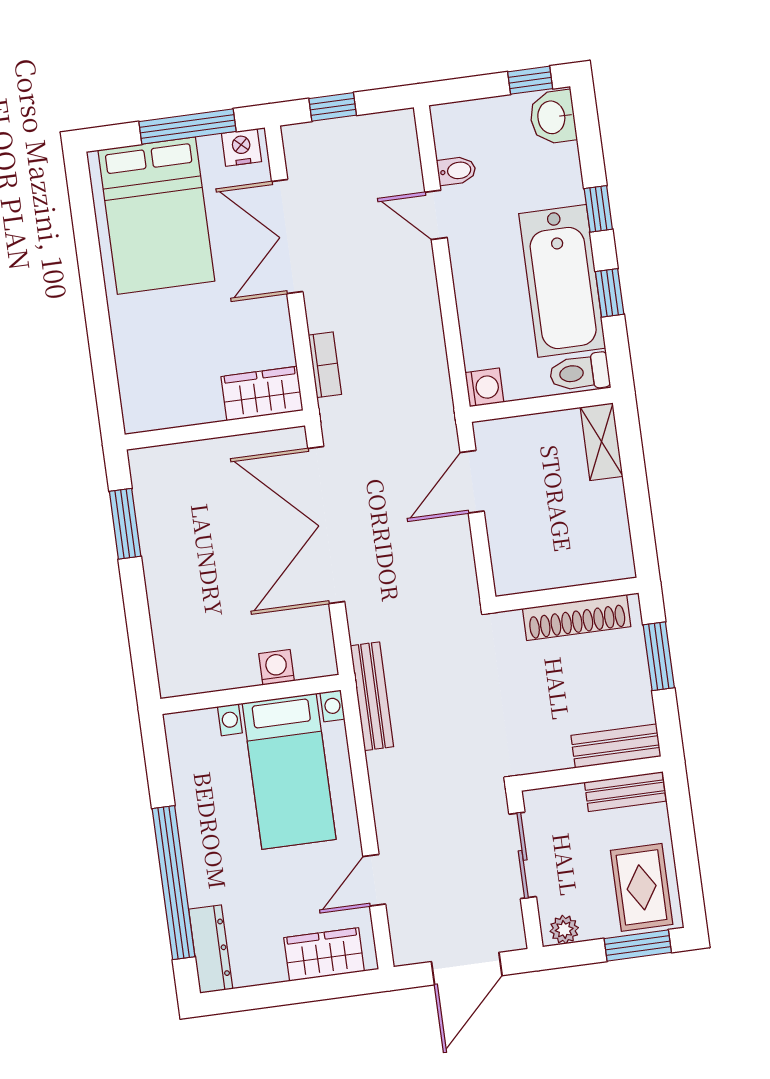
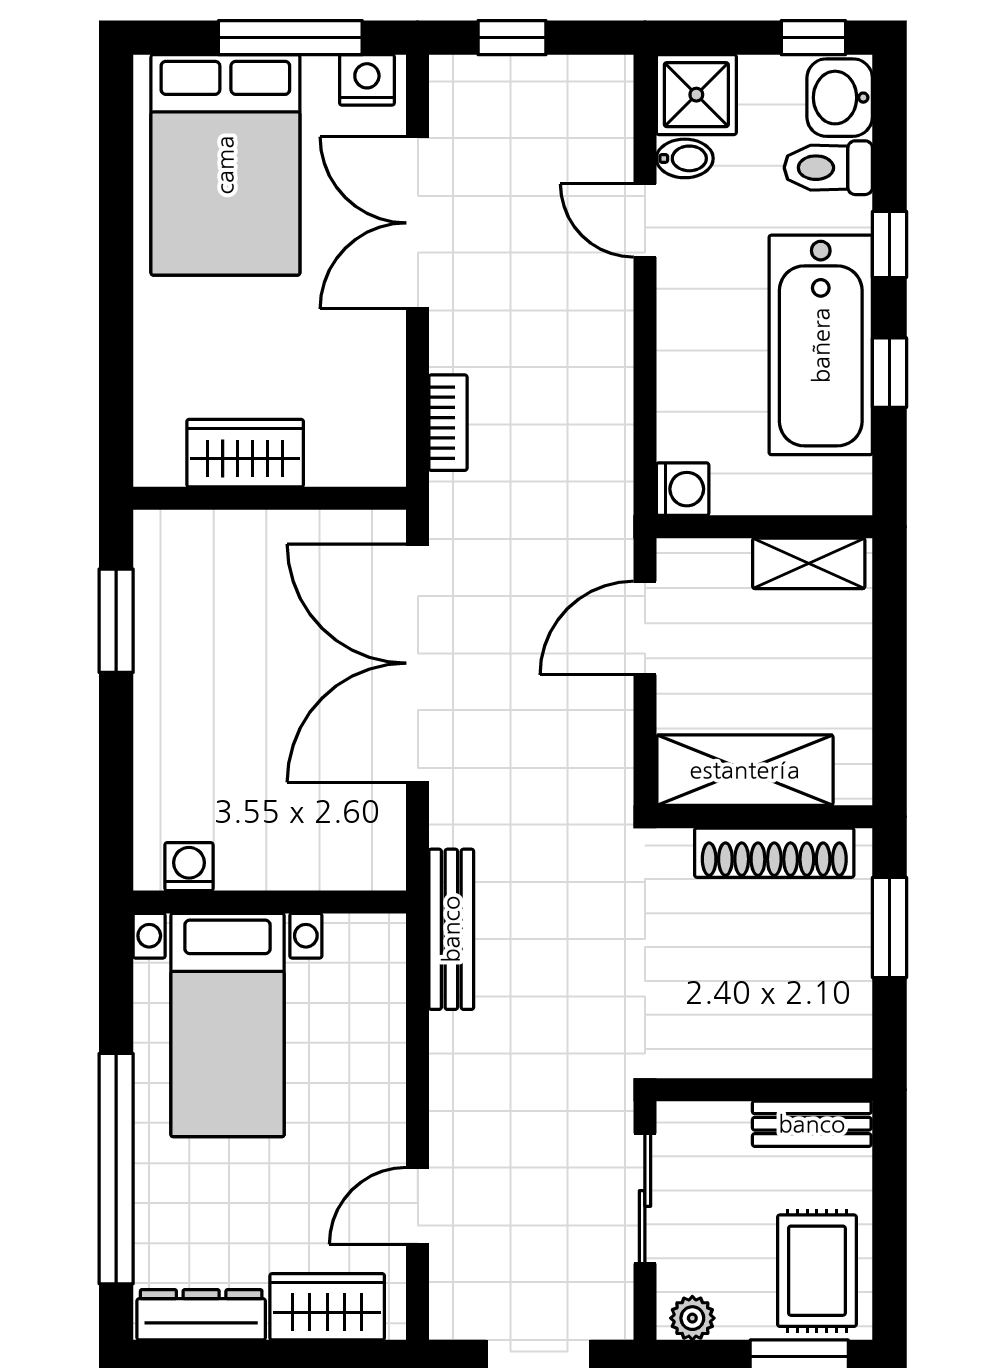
shower: (458, 128) -> (696, 95), added
toilet: (580, 373) -> (828, 168), moved
wardrobe: (262, 394) -> (245, 453), moved
shelving: (602, 442) -> (809, 563), moved, turned 90
shelving: (550, 566) -> (745, 770), added
washing machine: (276, 667) -> (189, 867), moved
bench: (616, 746) -> (807, 1053), removed
bed with nightstands: (289, 771) -> (228, 1025), moved
dresser: (211, 949) -> (201, 1315), moved, turned -90

